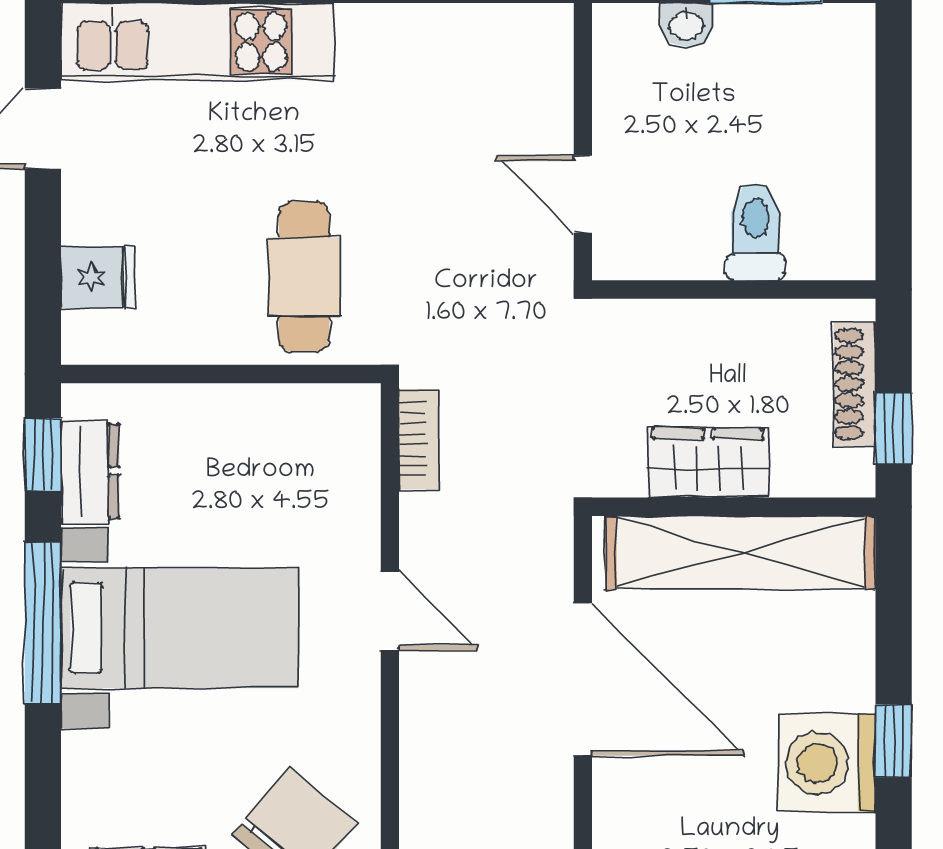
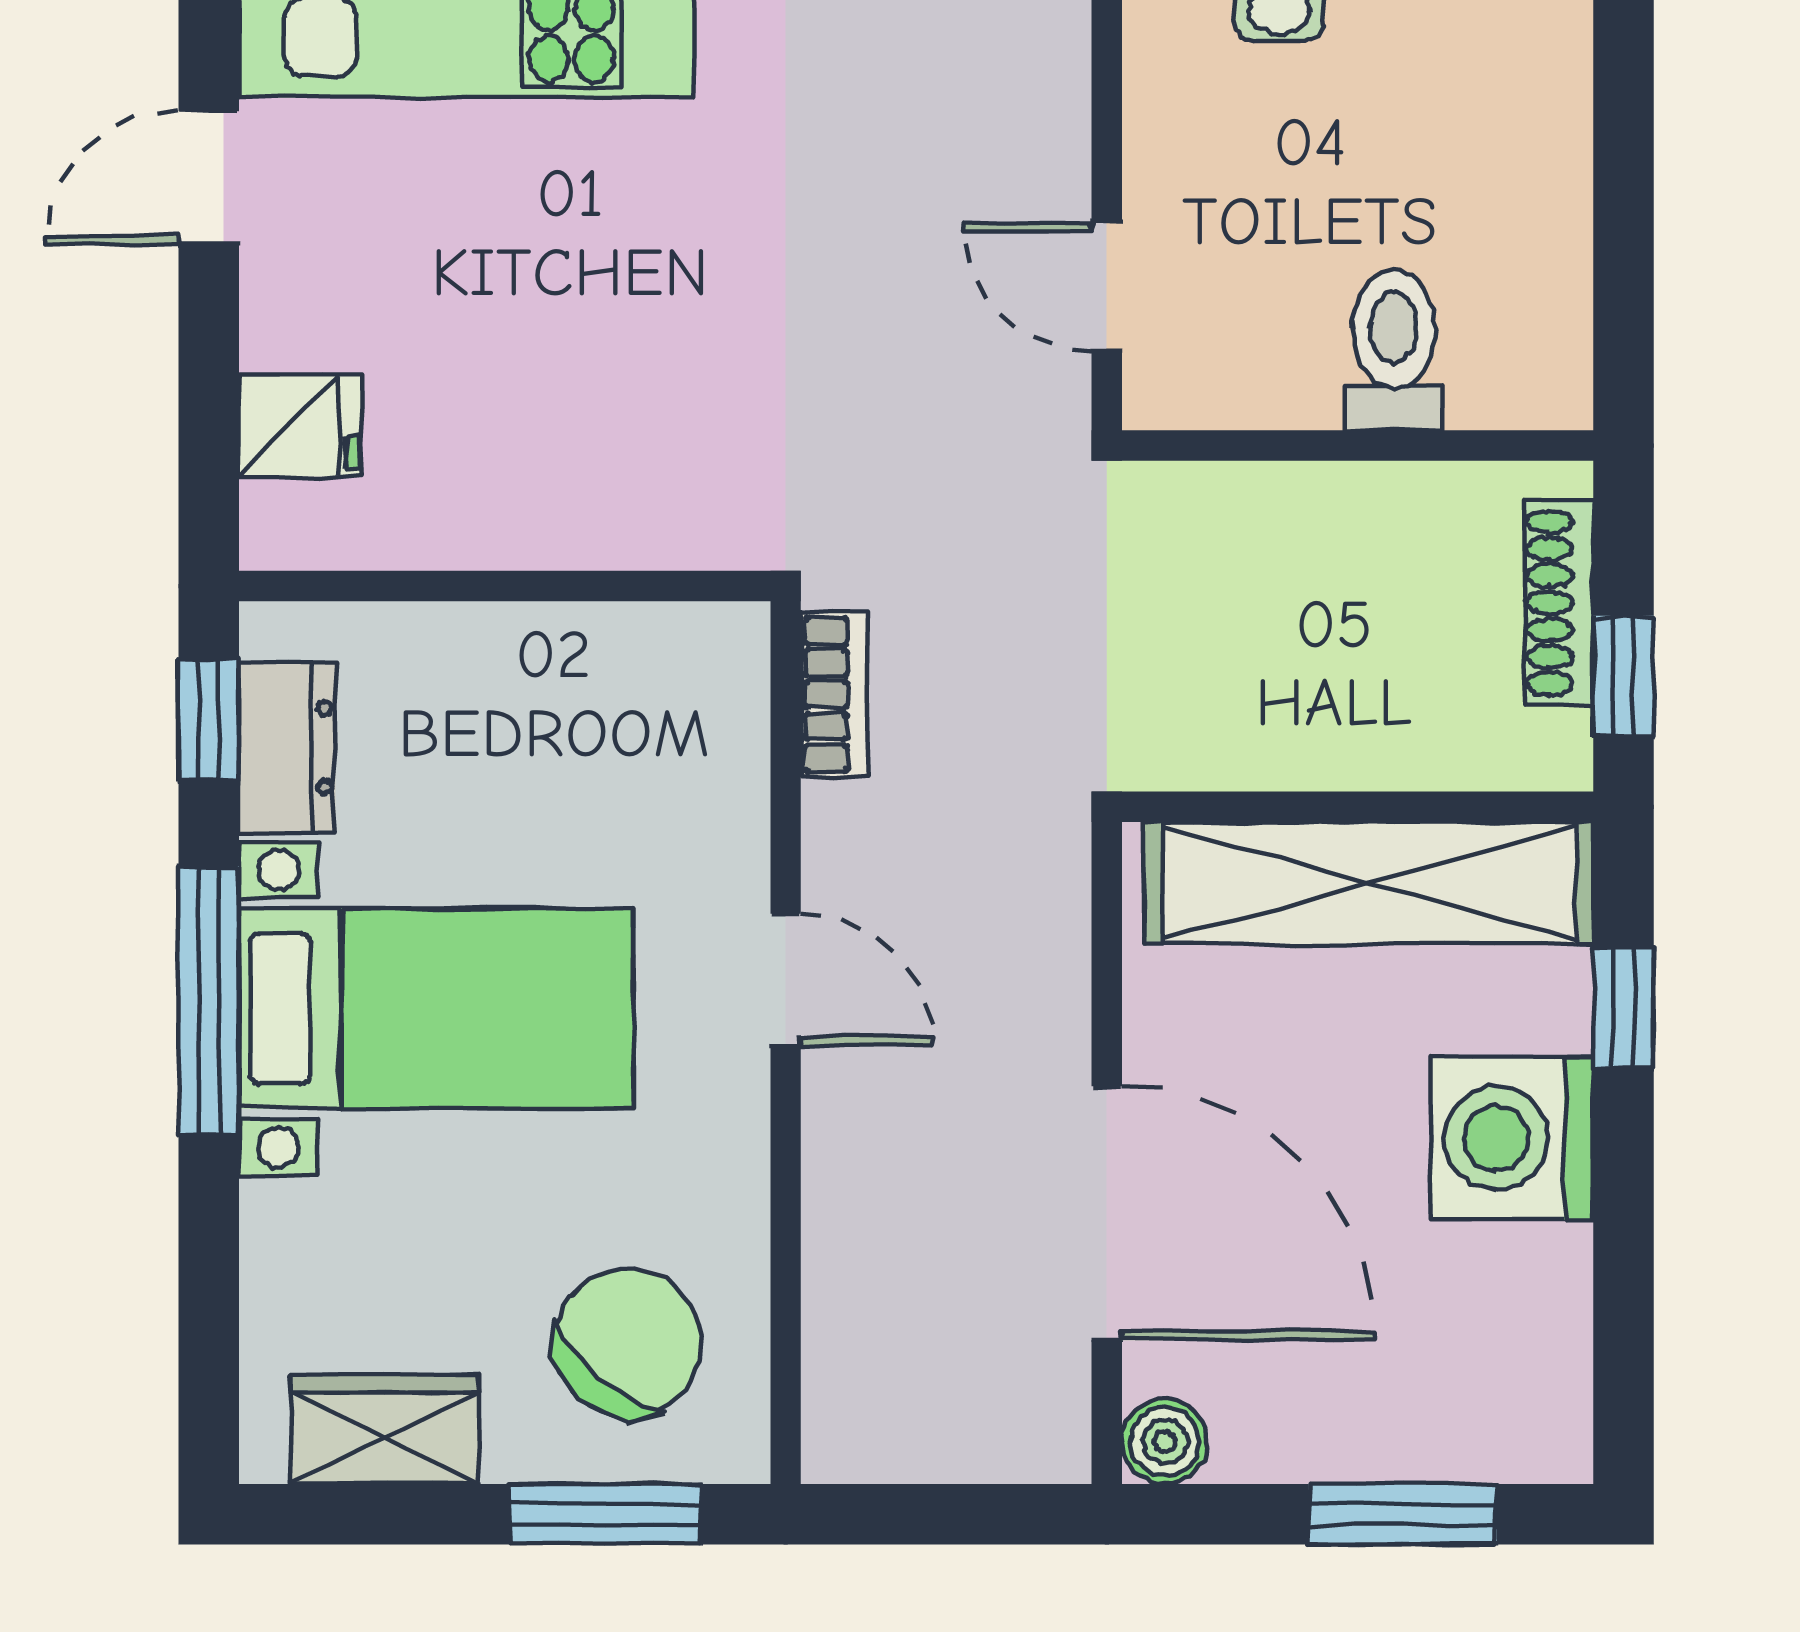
cafe table: (304, 277) -> (643, 424), removed
wardrobe: (708, 463) -> (1315, 734), removed
door: (583, 679) -> (1107, 1213), moved
window: (894, 741) -> (1624, 1008), moved
washing machine: (827, 763) -> (1512, 1138), moved

